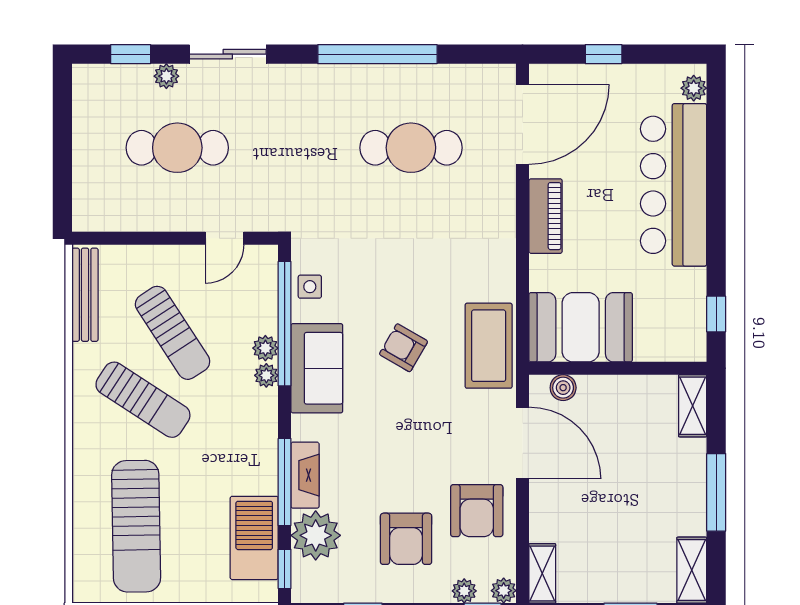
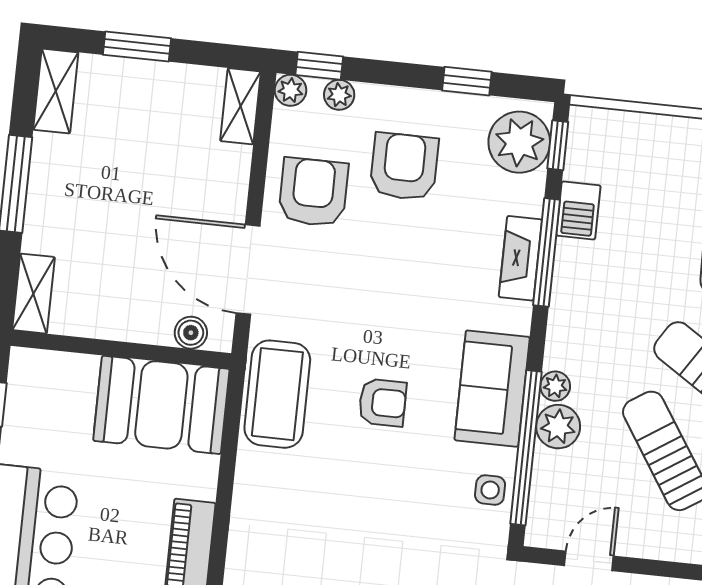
plant: (265, 348) -> (558, 427), width x1.38, depth x1.38
armchair: (404, 348) -> (382, 403), turned -30
plant: (316, 535) -> (519, 142), moved
barbecue: (254, 538) -> (578, 210), width x0.53, depth x0.65

